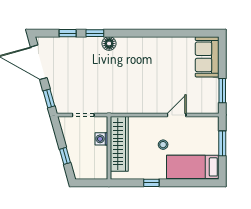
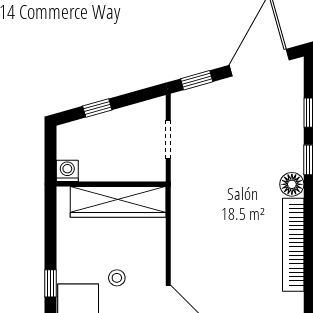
bookcase: (144, 43) -> (293, 245), added
washing machine: (101, 139) -> (67, 171), moved
window: (151, 183) -> (51, 283), moved

